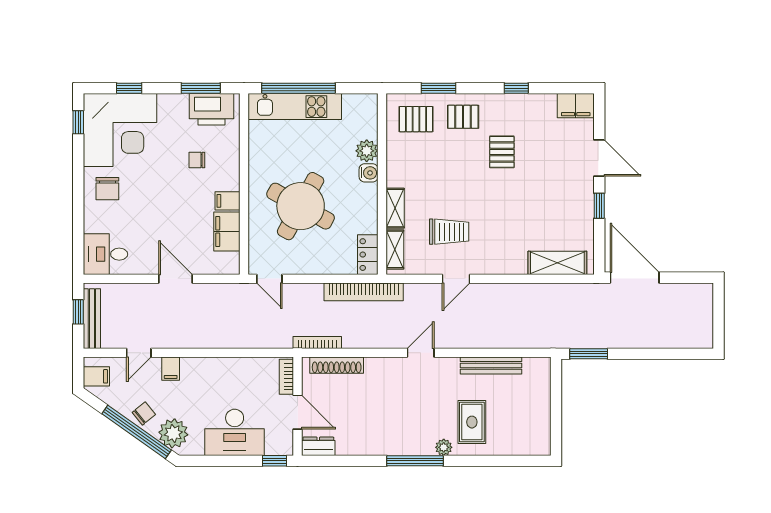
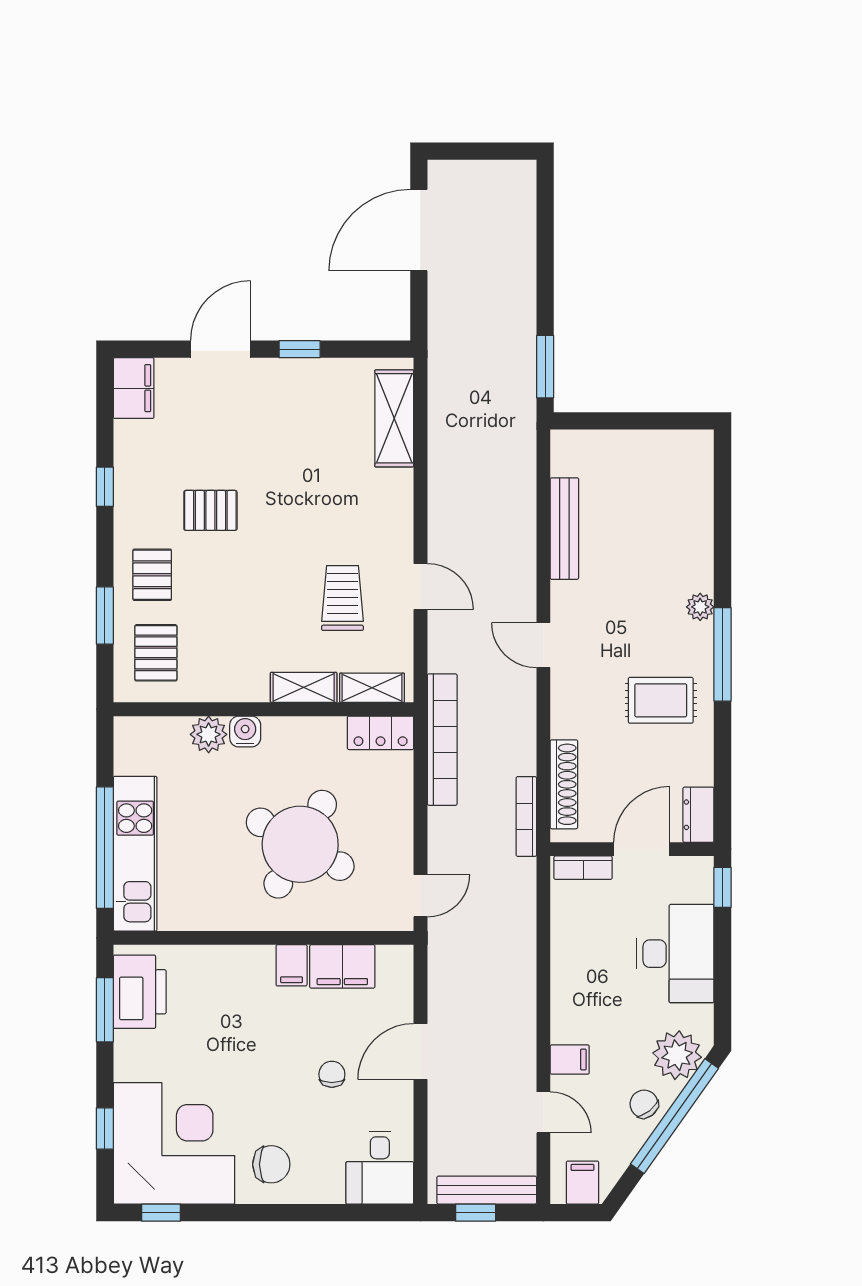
chair: (197, 160) -> (332, 1074), moved, turned 180
door: (635, 278) -> (419, 230), moved
rug: (472, 422) -> (661, 700), moved

